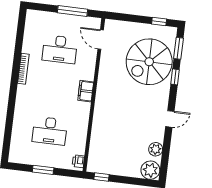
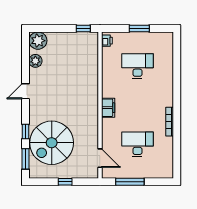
window: (159, 22) -> (65, 182), moved
spiral stairs: (149, 62) -> (52, 143), turned 180

